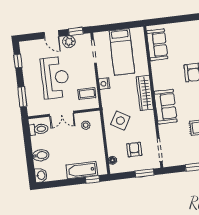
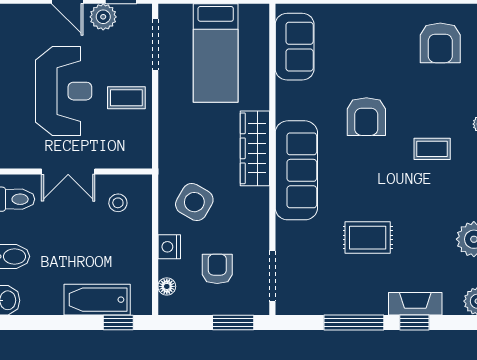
nightstand: (104, 84) -> (169, 247), moved
coffee table: (87, 94) -> (126, 98), moved
sofa: (166, 107) -> (296, 170), width x1.36

